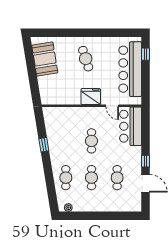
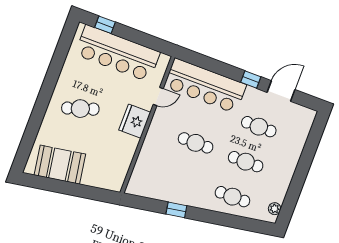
bar counter: (131, 126) -> (205, 86), width x1.36

